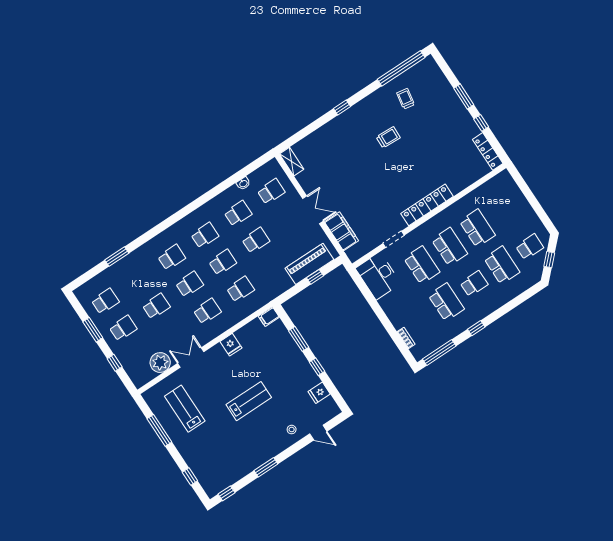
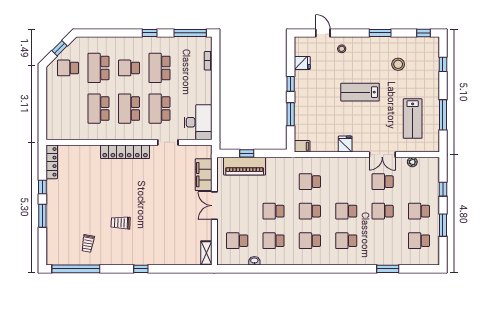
school desk: (207, 311) -> (383, 182), moved
plant: (160, 363) -> (412, 162), width x0.53, depth x0.53
stool: (231, 449) -> (398, 64), added

